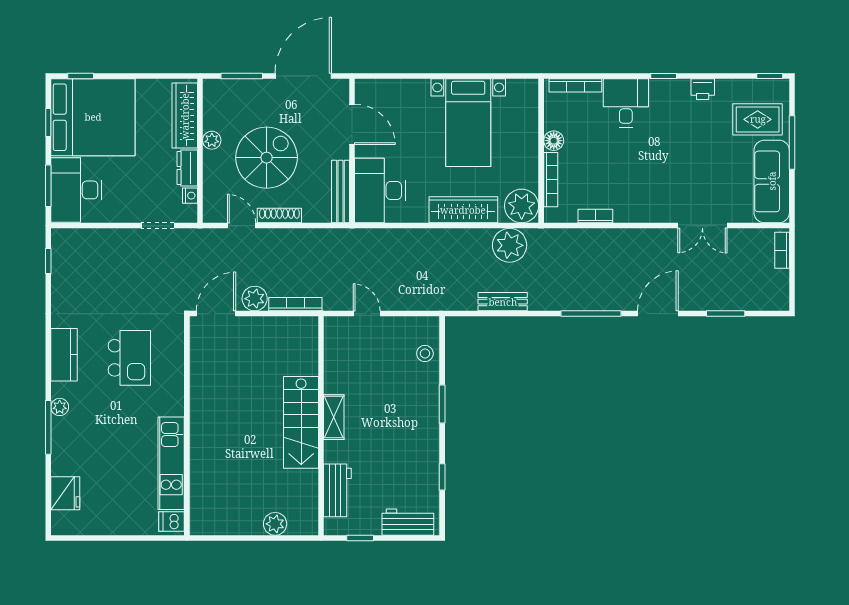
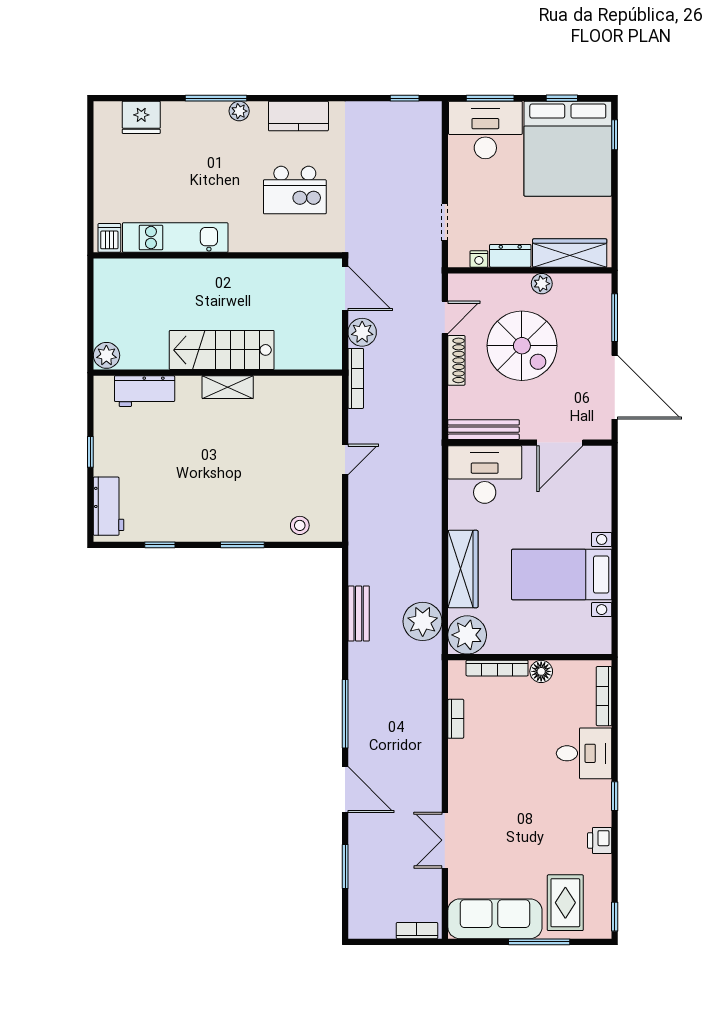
shelving: (334, 417) -> (228, 387), moved
stairs: (301, 422) -> (222, 350), moved
wall: (321, 426) -> (218, 373), moved
workbench: (337, 490) -> (145, 391), moved

